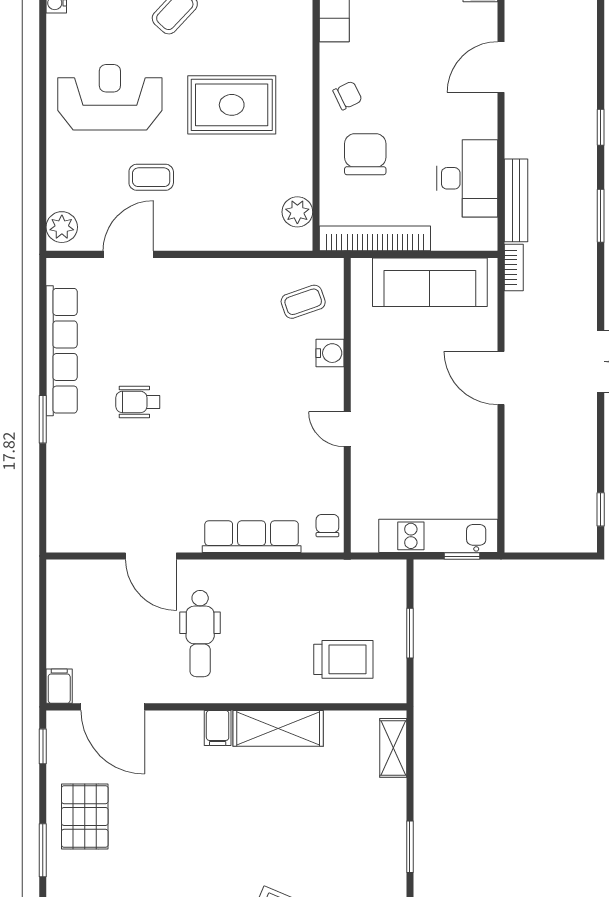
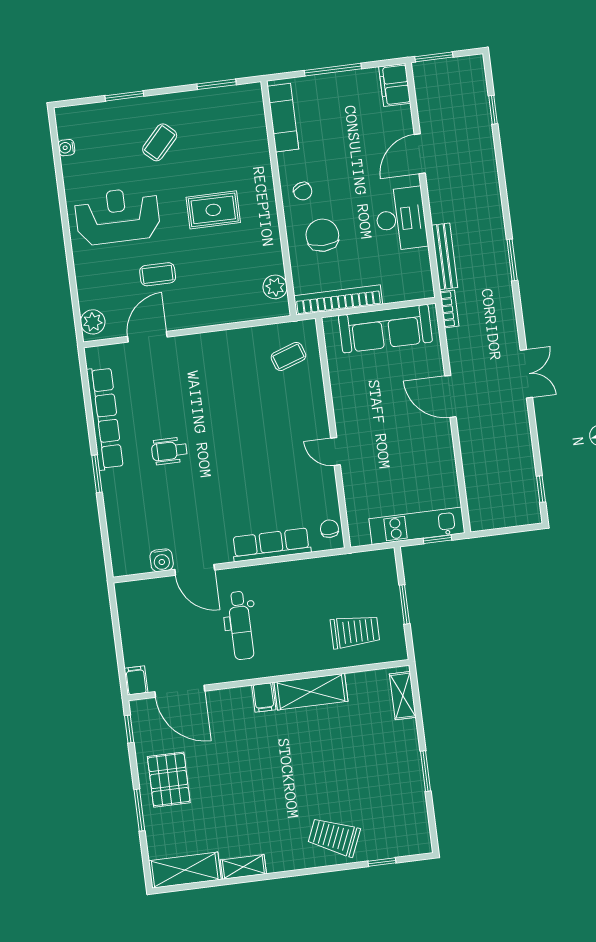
chair: (348, 95) -> (303, 191), turned 94
rug: (232, 105) -> (213, 210), width x0.73, depth x0.70
window: (601, 127) -> (493, 110), moved
desk: (467, 178) -> (401, 219), moved
water cooler: (330, 353) -> (162, 560), moved, turned 90

